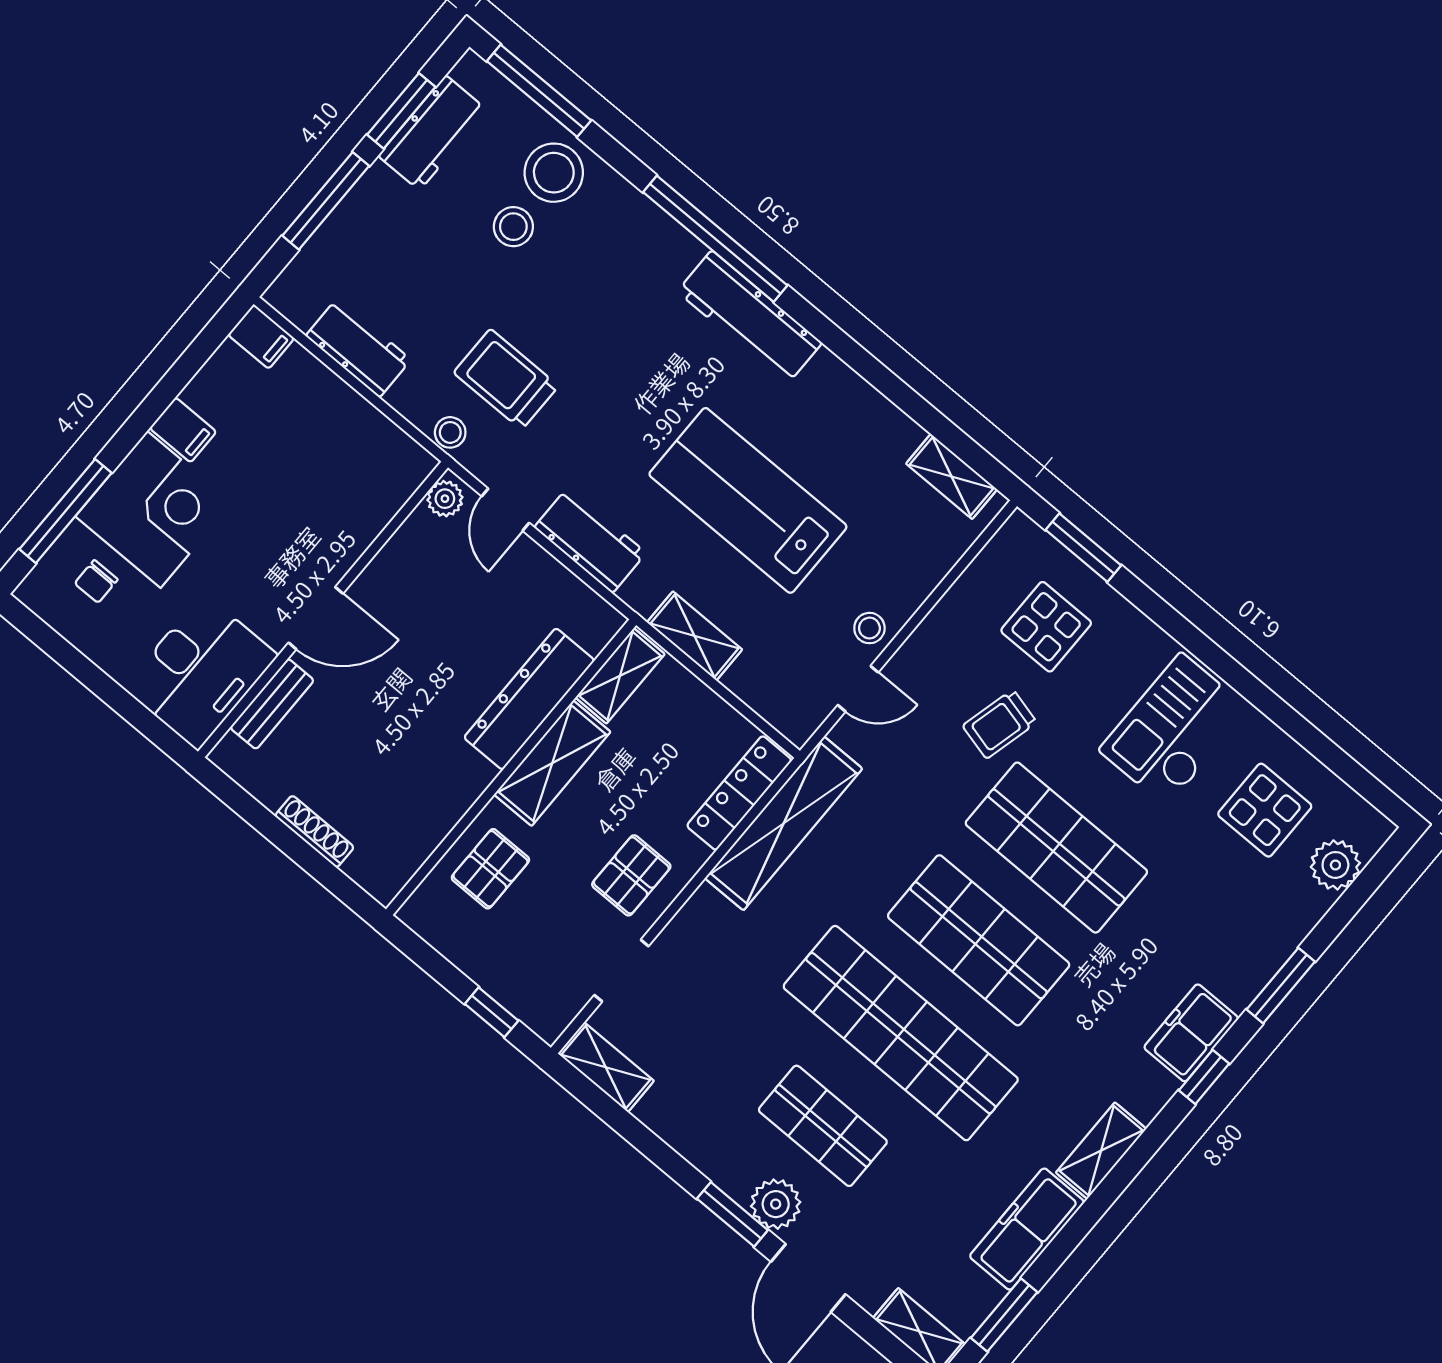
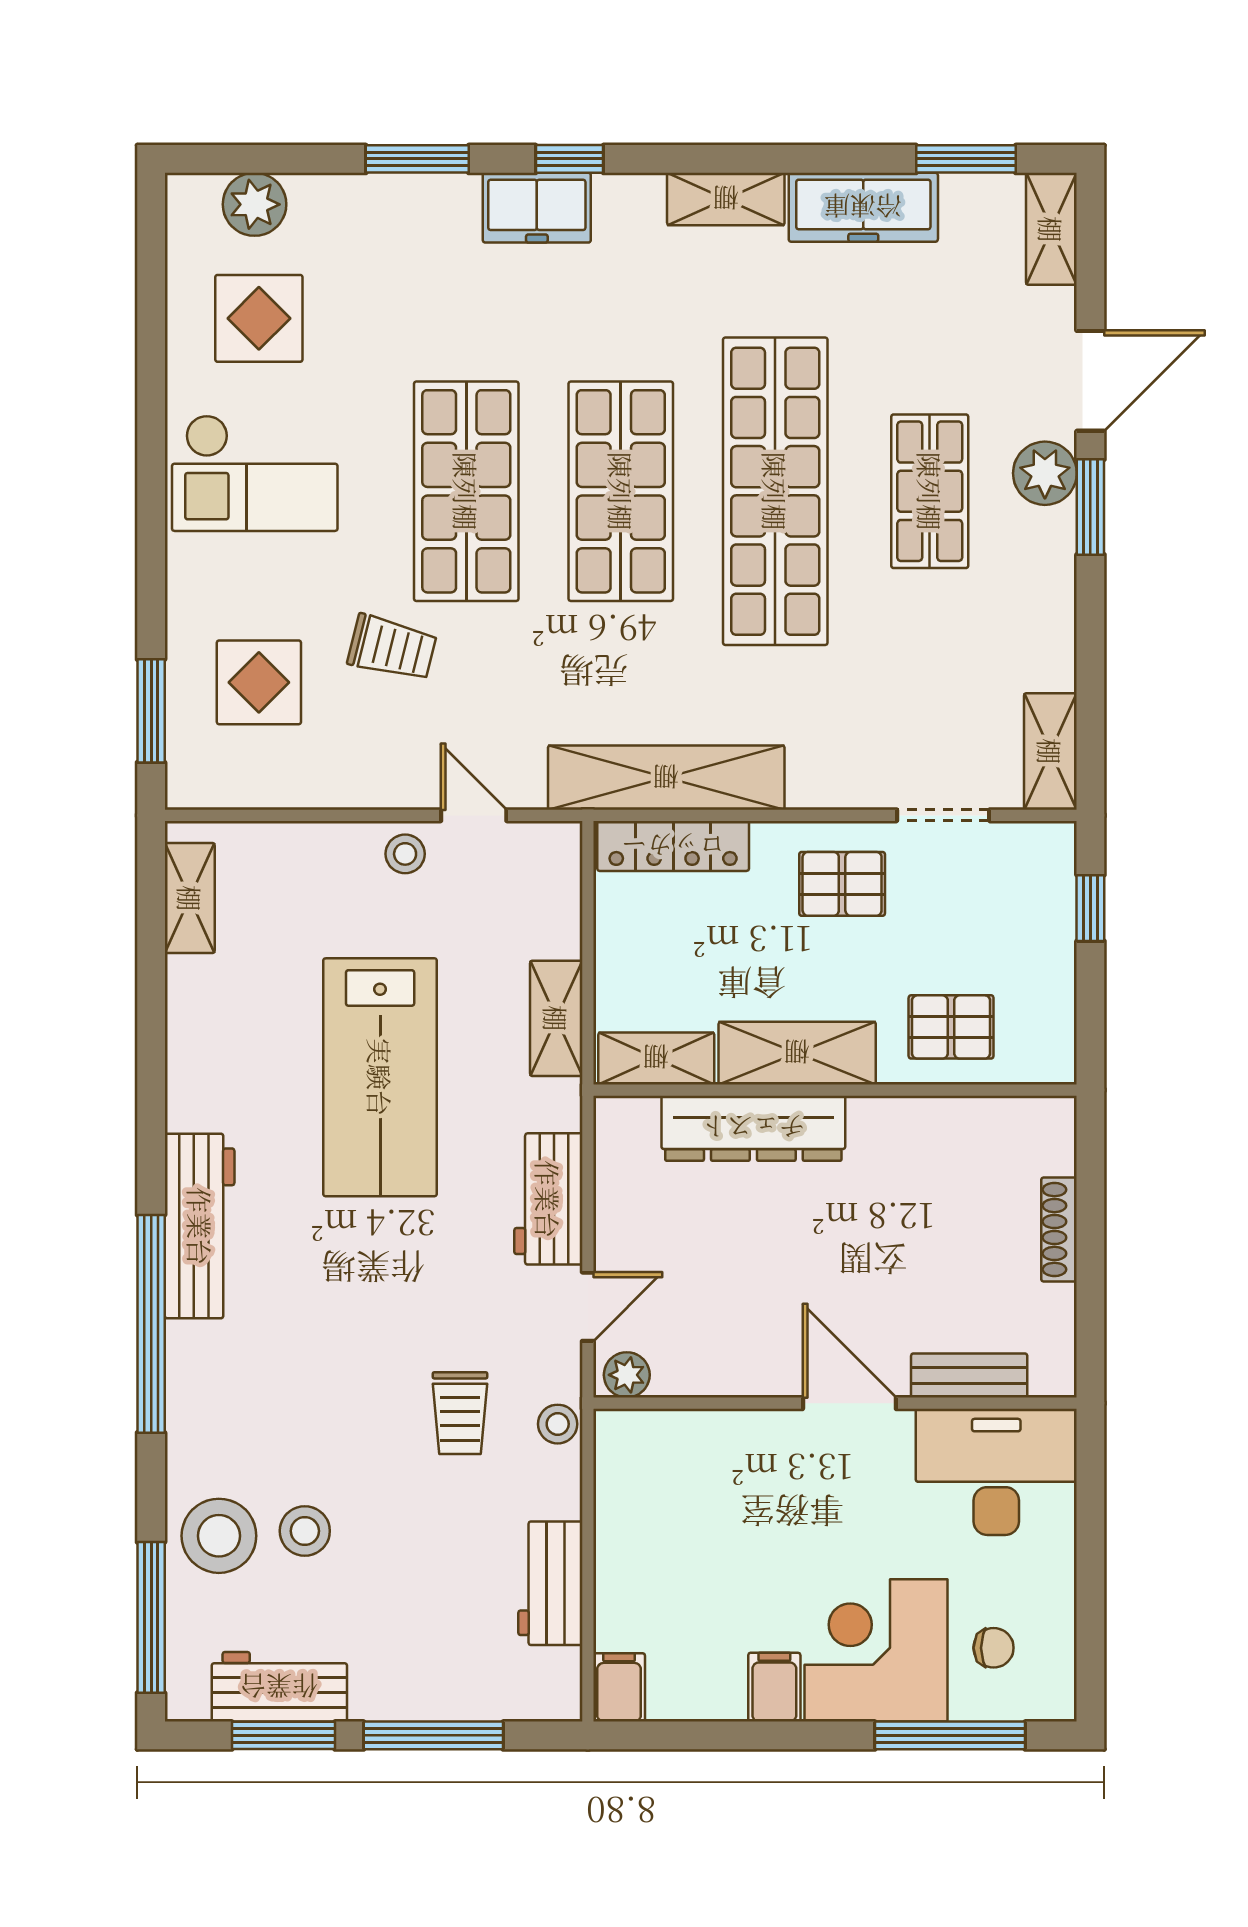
trolley: (506, 379) -> (460, 1413), width x0.73, depth x0.72

